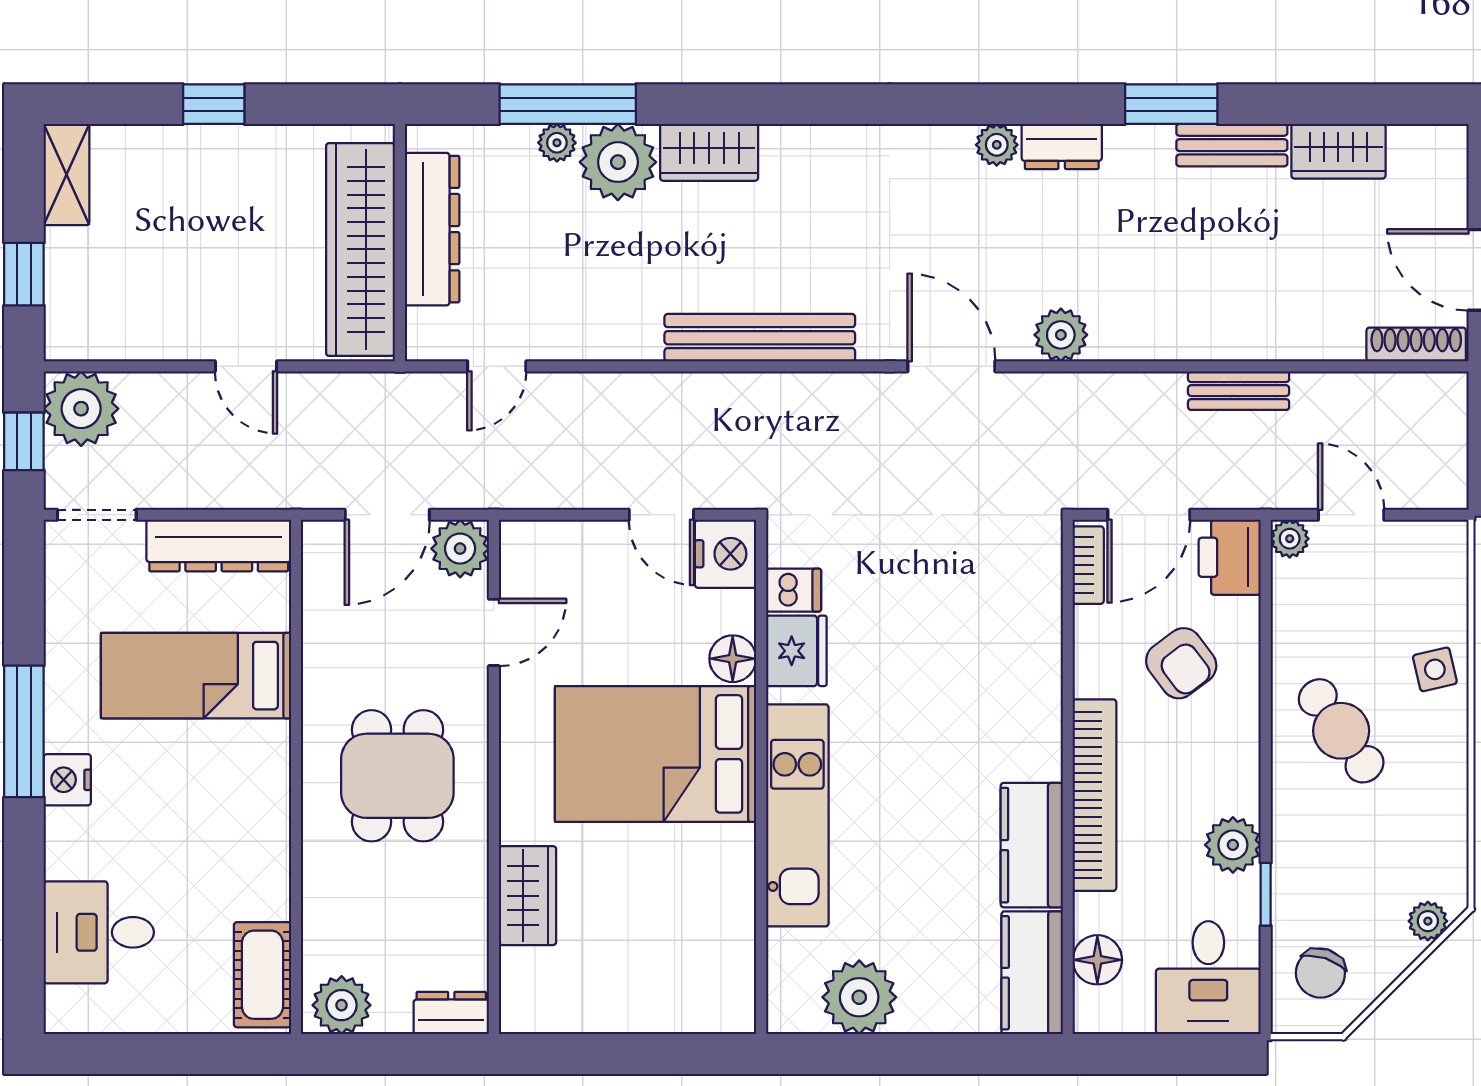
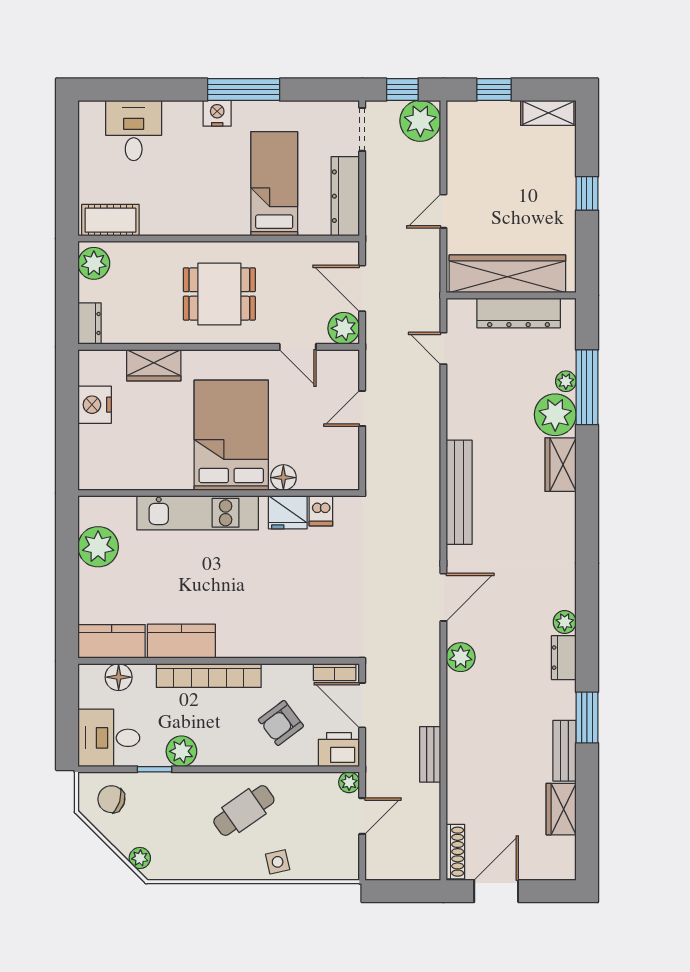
door: (661, 515) -> (362, 408), moved
nightstand: (726, 554) -> (95, 405), moved, turned 90

